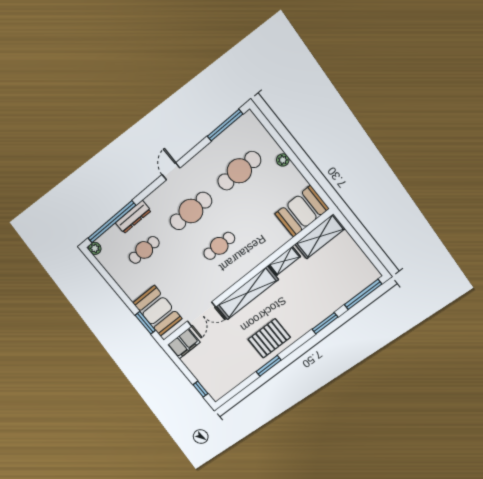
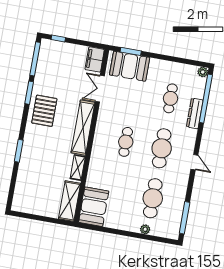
plant: (283, 160) -> (145, 229), moved
window: (363, 294) -> (35, 59), moved

